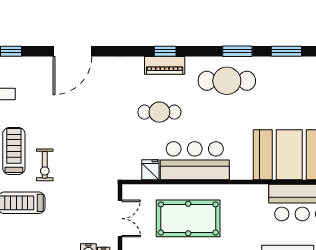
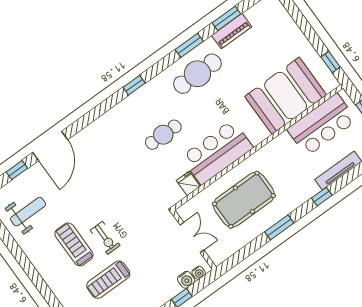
door: (72, 51) -> (50, 146), moved
piano: (165, 65) -> (232, 31), moved

